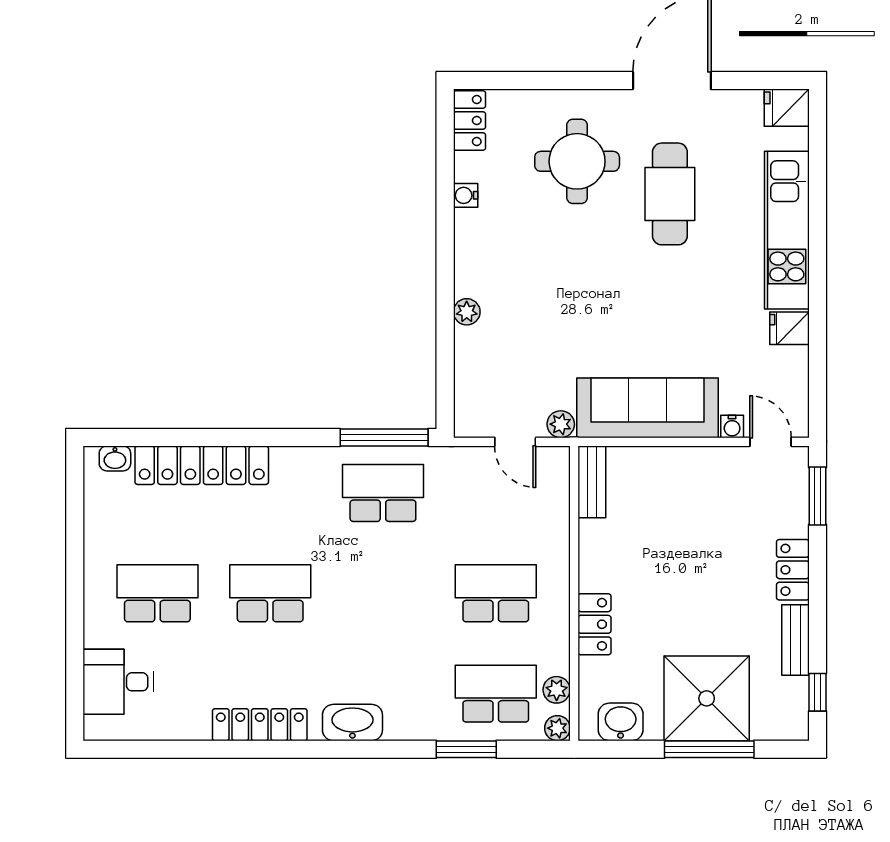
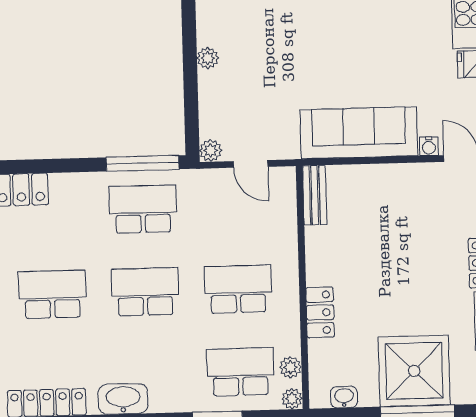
plant: (561, 424) -> (211, 150), moved
school desk: (383, 593) -> (145, 292), added
washbasin: (621, 722) -> (344, 397), width x0.72, depth x0.69

